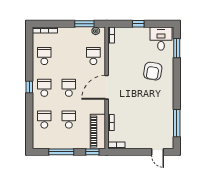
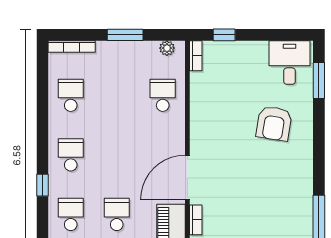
window: (84, 24) -> (125, 35), moved
window: (138, 24) -> (224, 35), moved
window: (29, 87) -> (42, 185), moved
door: (107, 87) -> (187, 178), moved
school desk: (69, 88) -> (117, 155), removed

